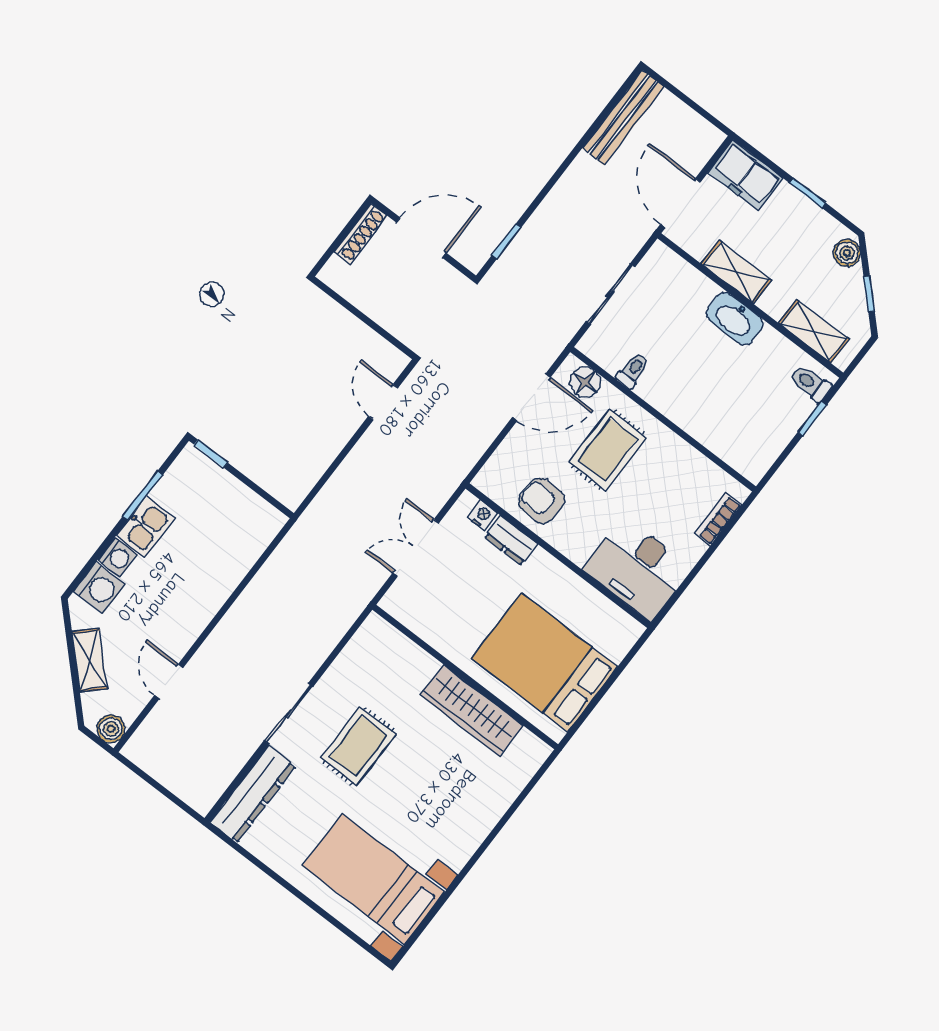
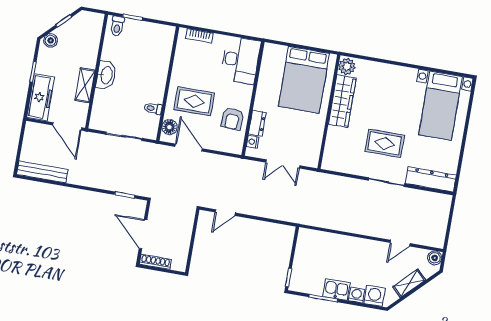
freezer: (746, 175) -> (41, 97), width x1.40
door: (680, 203) -> (67, 126), hinge flipped
shelving: (814, 331) -> (93, 37), removed
plant: (528, 750) -> (347, 67), added

